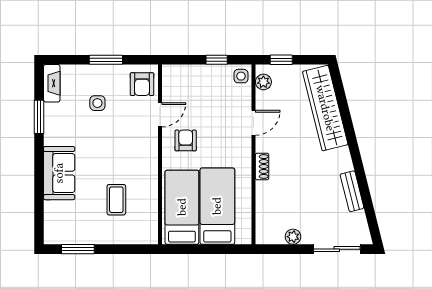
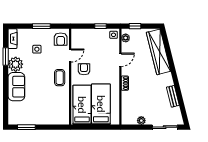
plant: (57, 131) -> (16, 64), added
coffee table: (116, 200) -> (60, 78), moved

